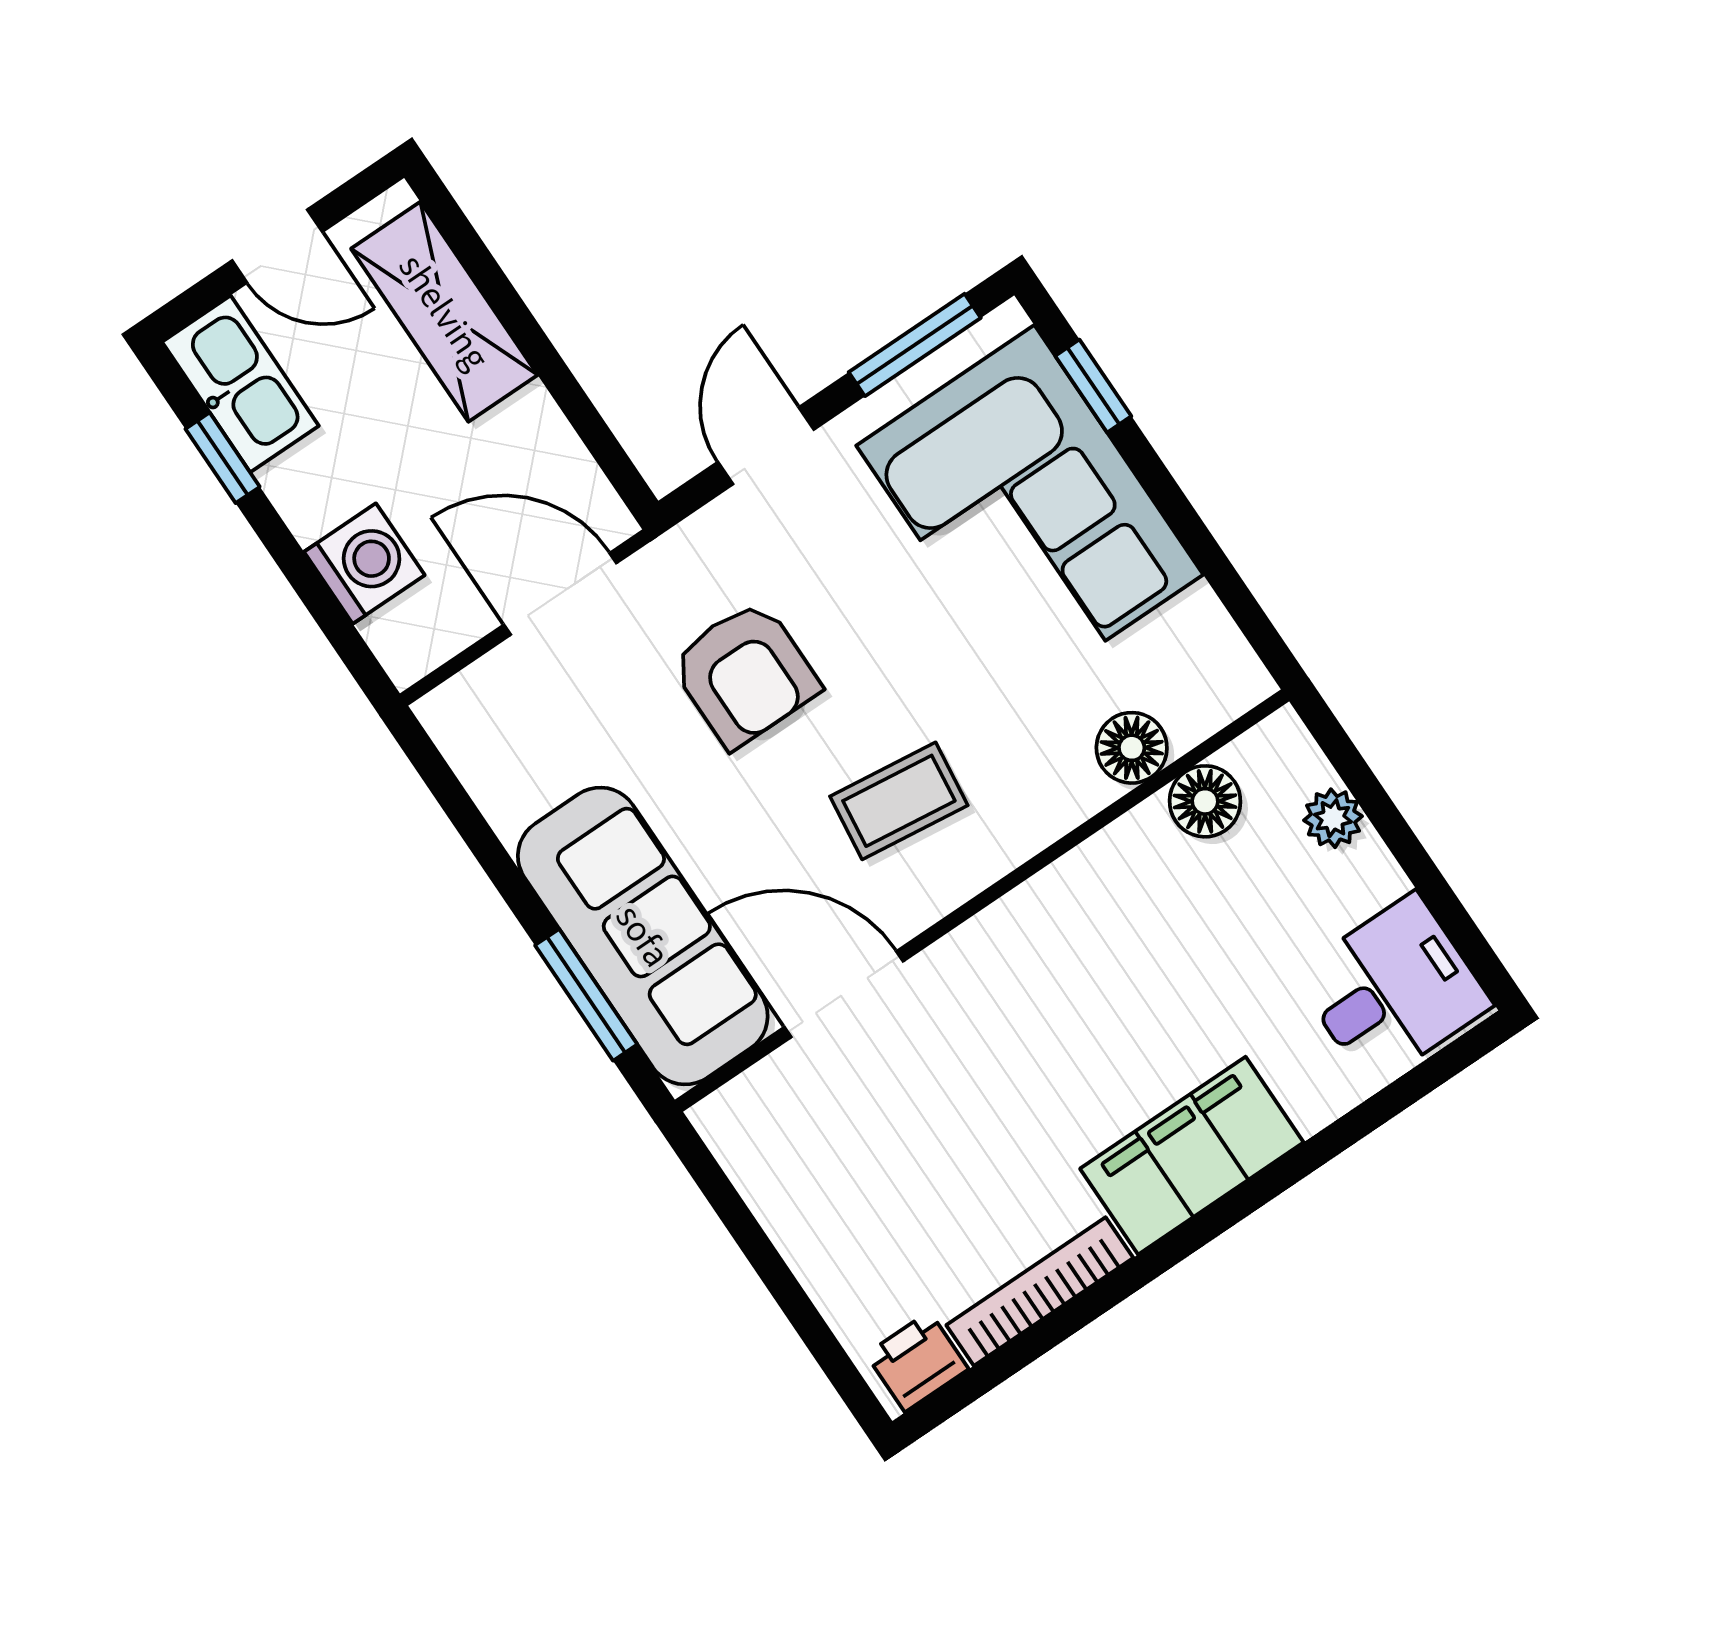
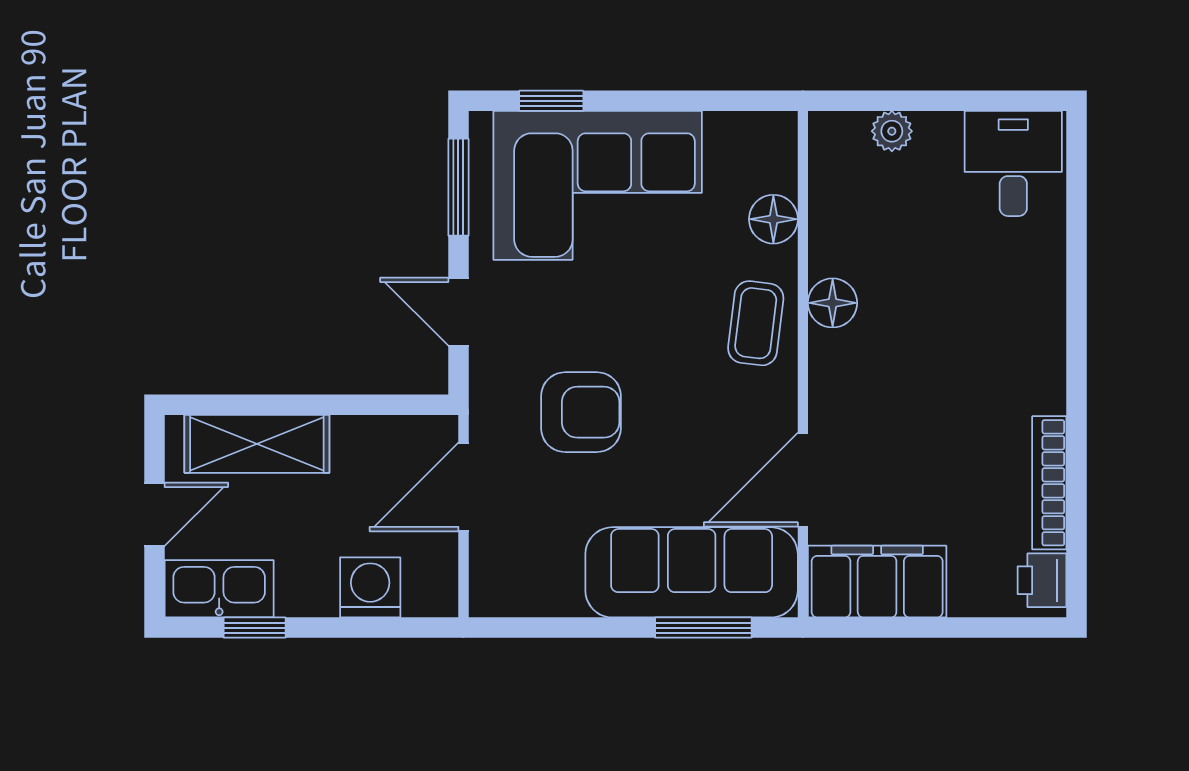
coffee table: (899, 801) -> (756, 323), moved
floor lamp: (1205, 801) -> (833, 303), moved
filing cabinet: (1192, 1156) -> (877, 582), moved, turned 90

